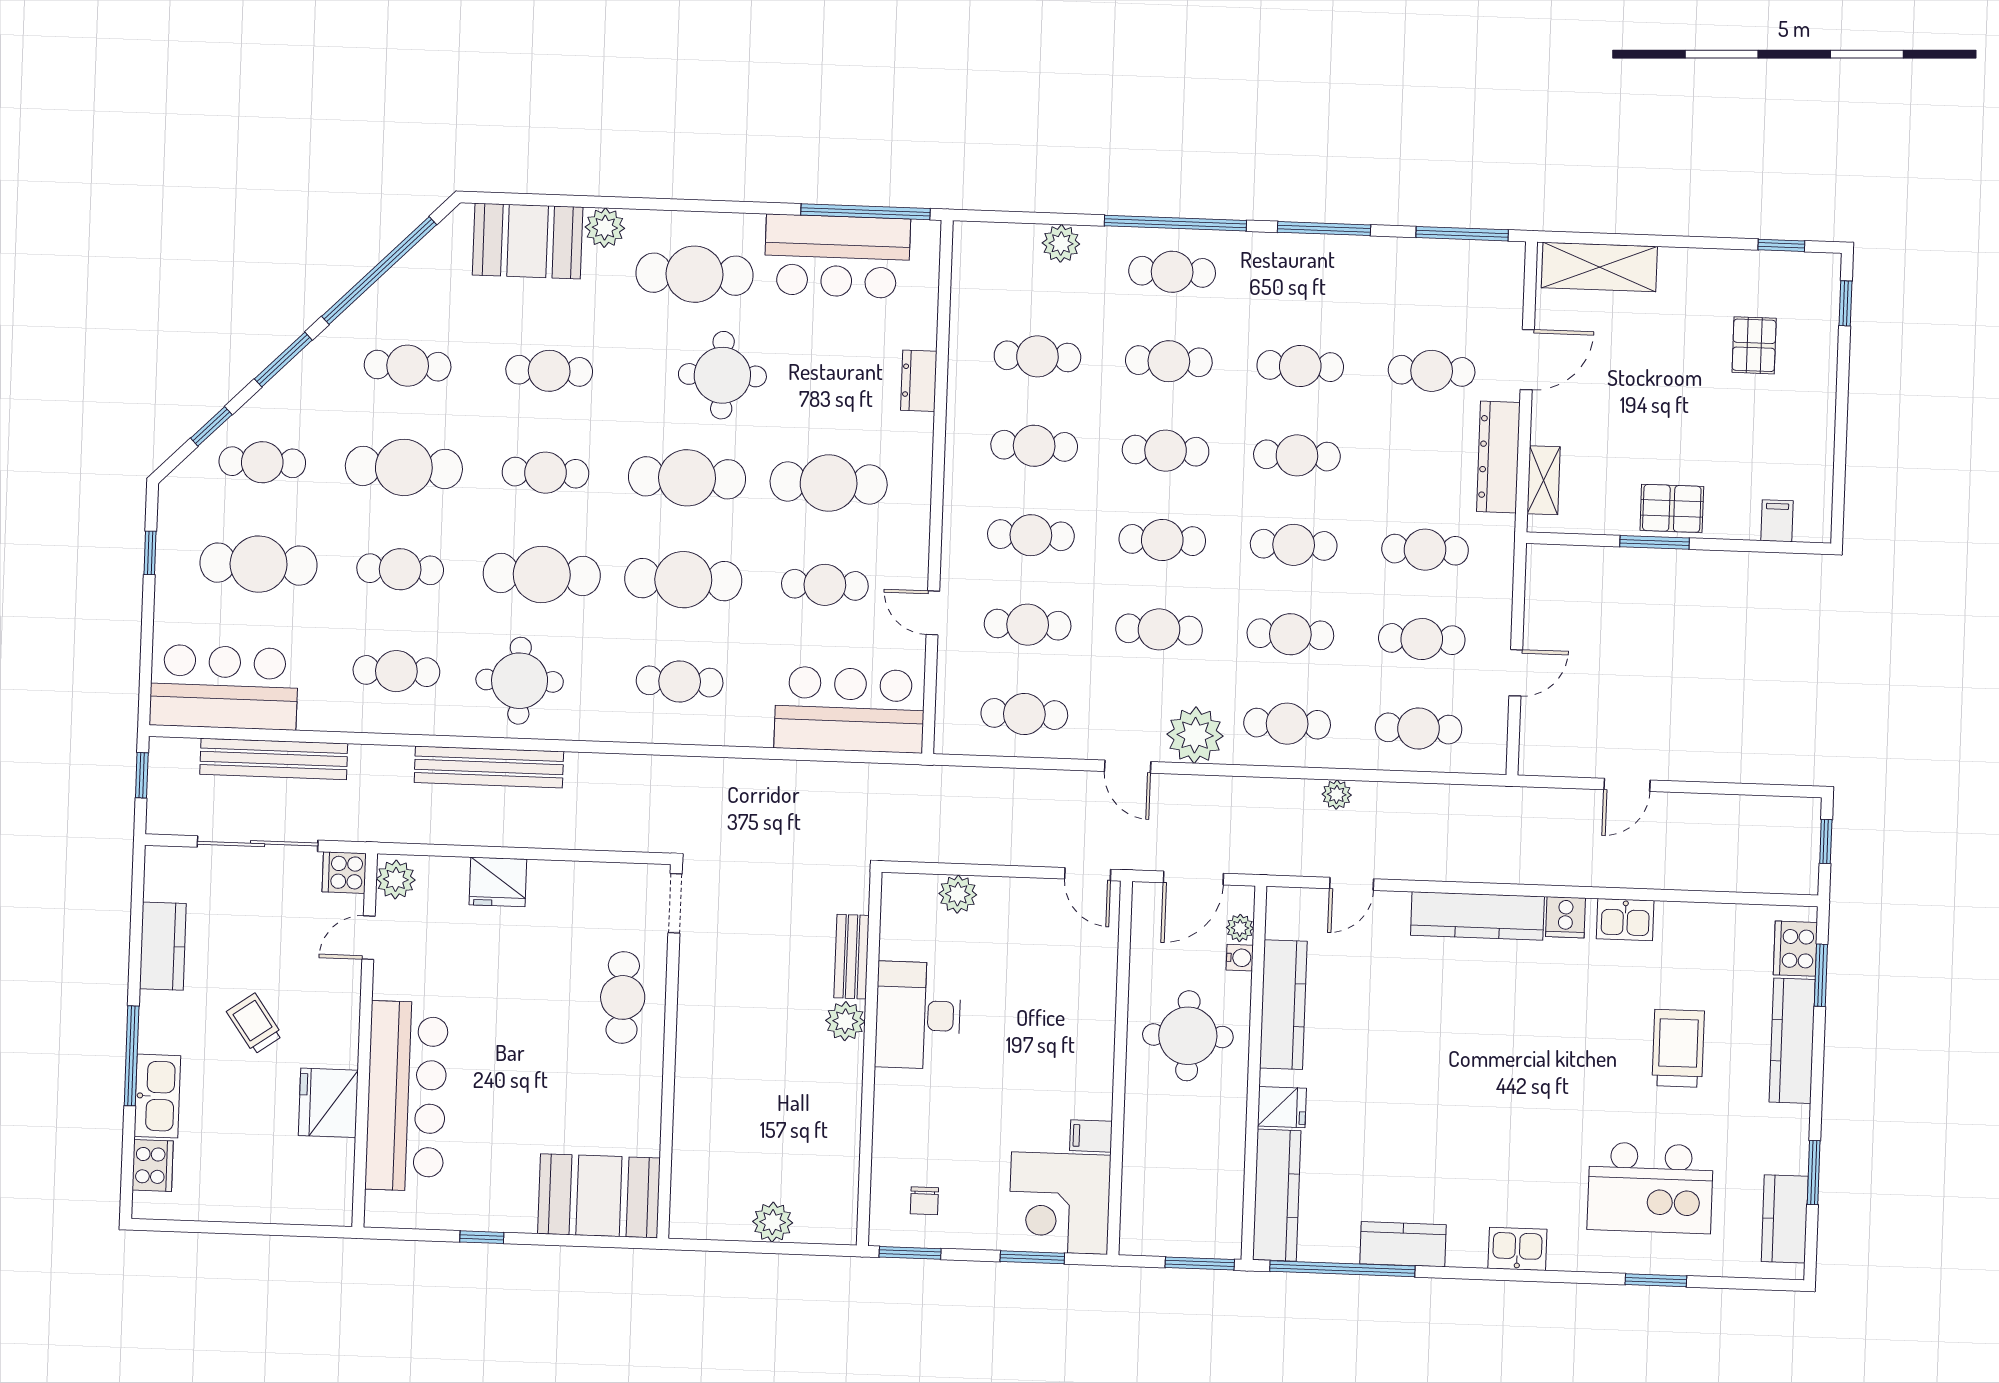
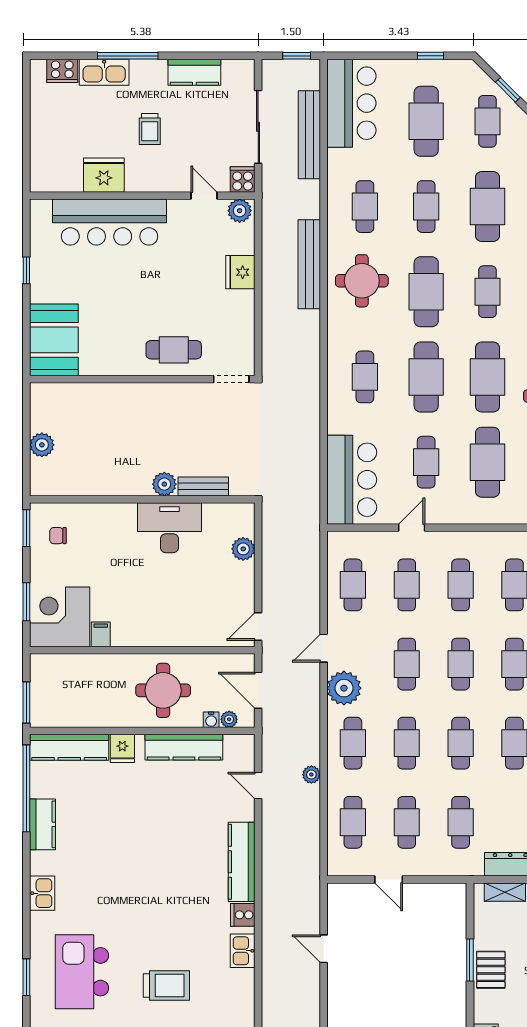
trolley: (255, 1024) -> (150, 129), turned 125

